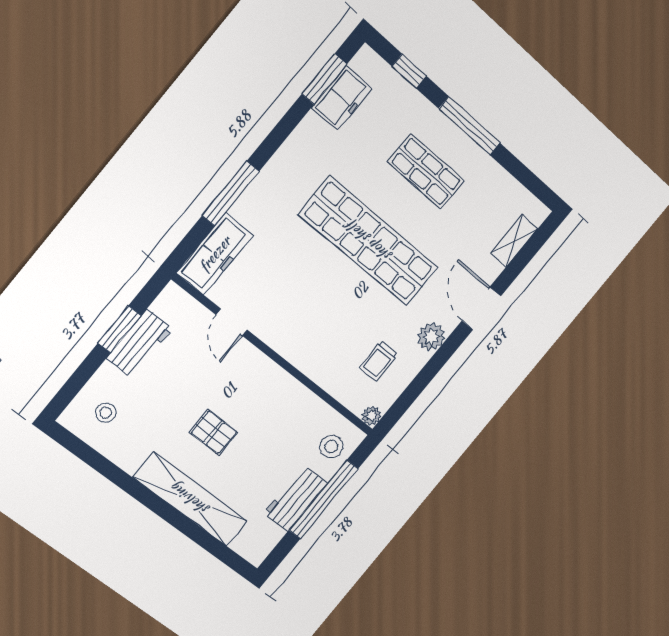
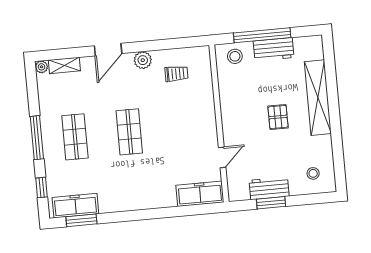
freezer: (342, 98) -> (75, 206), width x1.40
window: (231, 193) -> (168, 212), removed
shop shelf: (369, 241) -> (129, 132), width x0.50, depth x0.74
plant: (371, 416) -> (42, 67), moved

